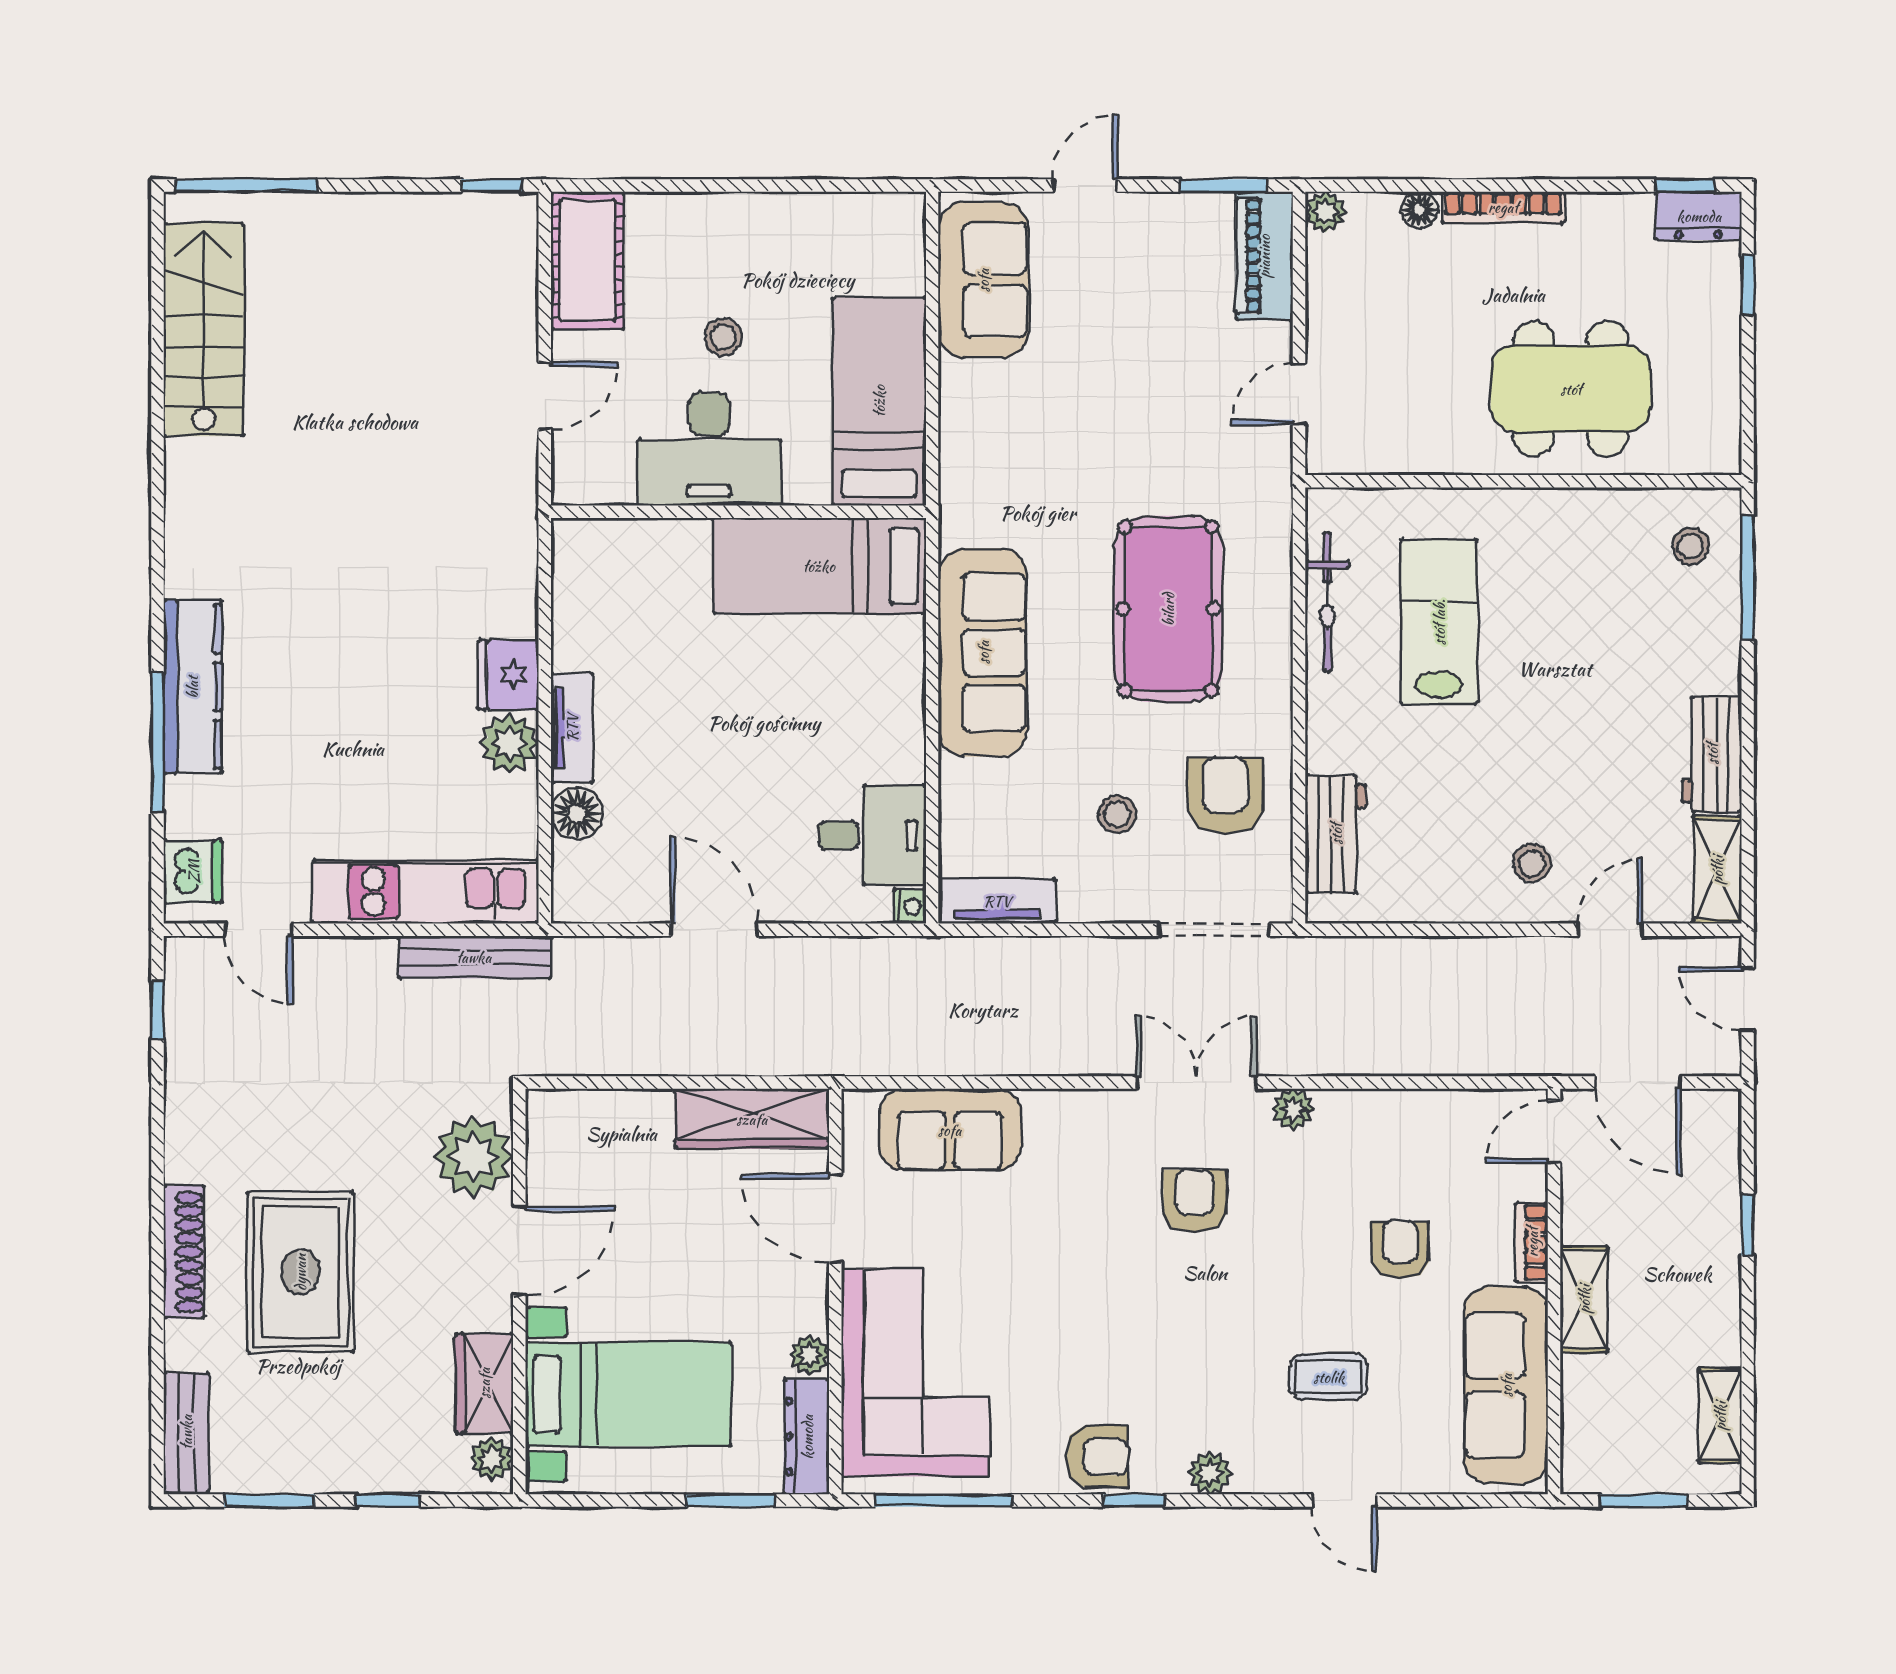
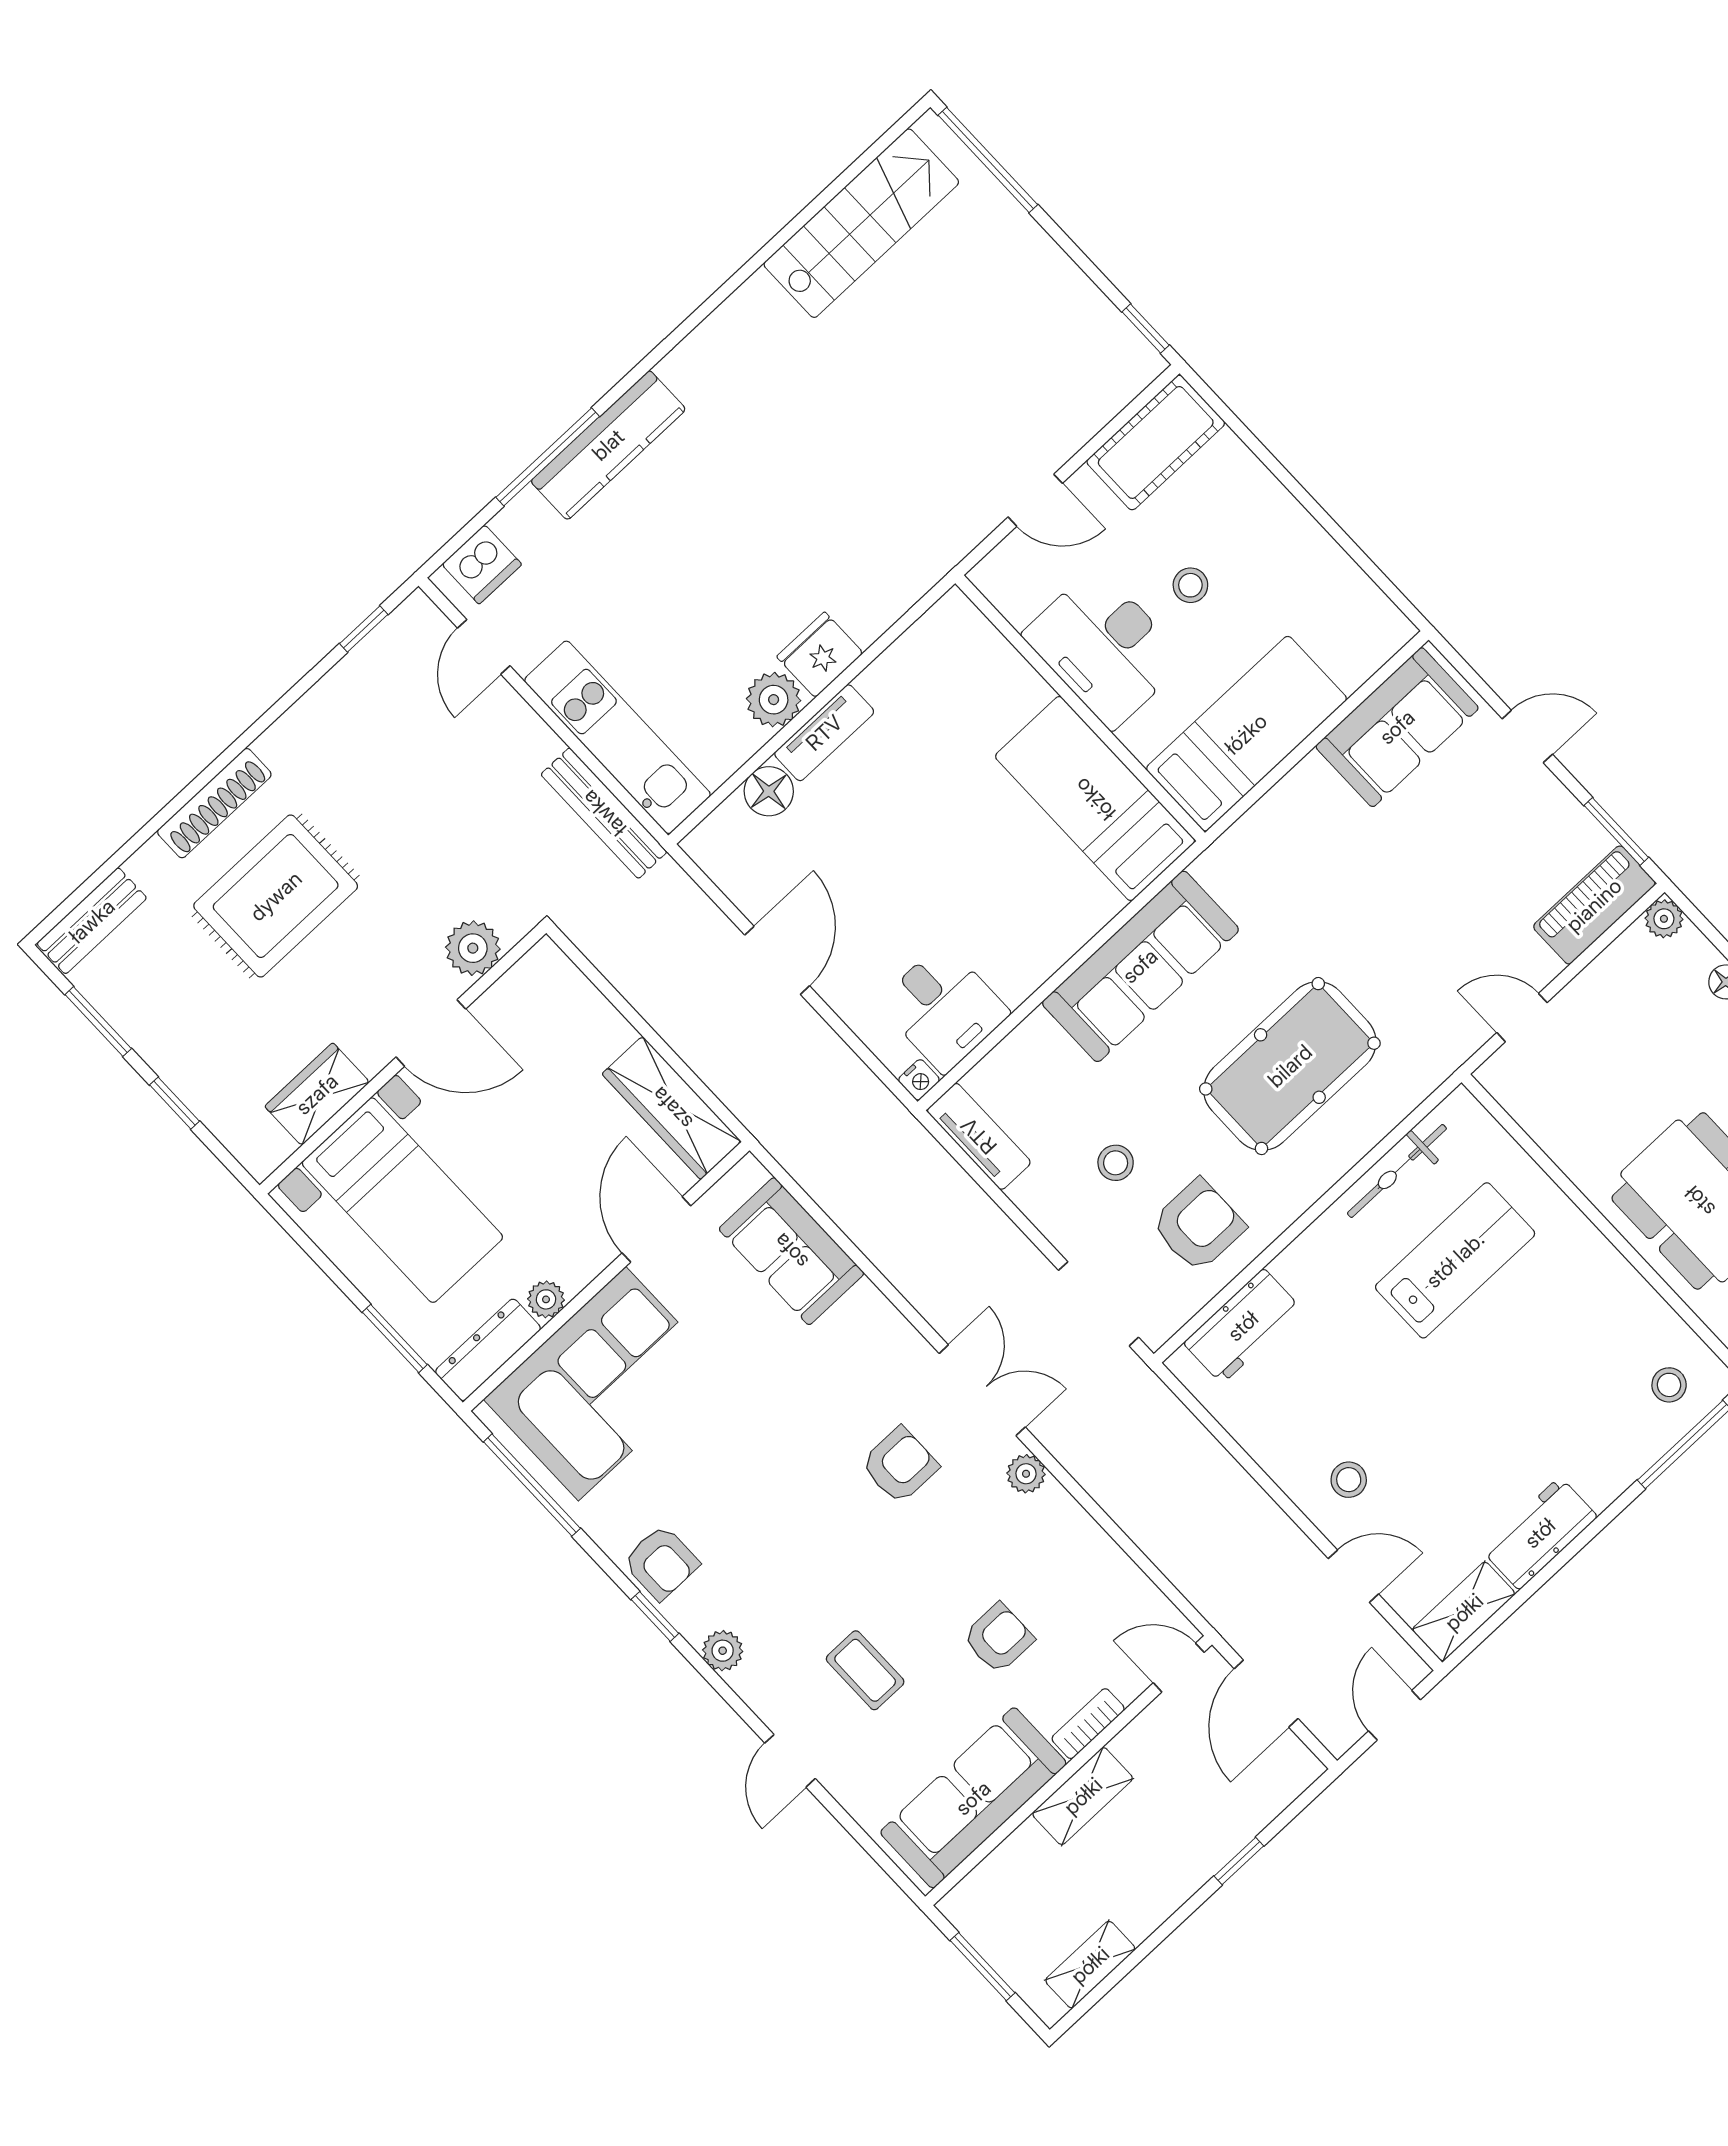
plant: (473, 1157) -> (473, 948), width x0.73, depth x0.73
plant: (492, 1459) -> (270, 1148), removed

